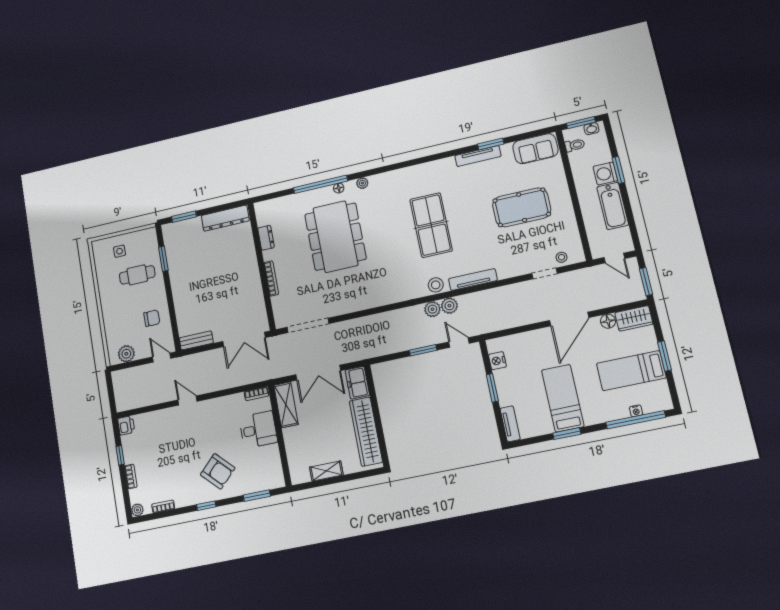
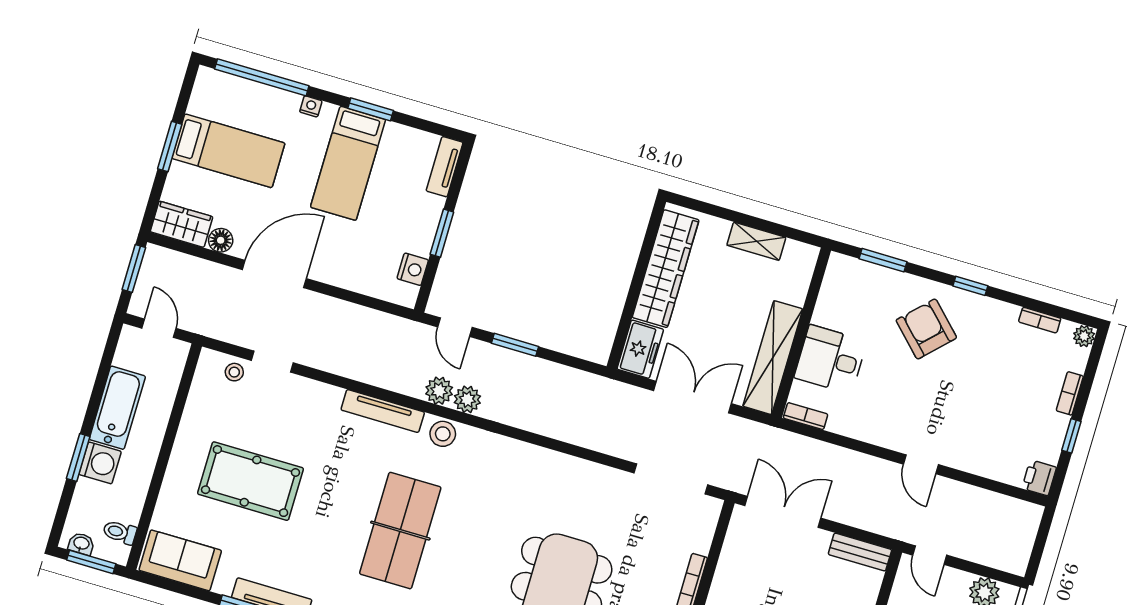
shelving: (286, 405) -> (773, 358), width x1.47
nightstand: (636, 411) -> (311, 106), moved

